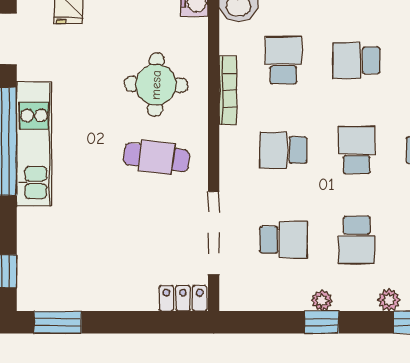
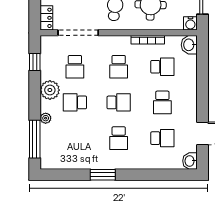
school desk: (357, 60) -> (162, 102), turned 180
school desk: (283, 150) -> (119, 67), turned 180
plant: (322, 300) -> (50, 90), width x1.88, depth x1.88
window: (322, 322) -> (35, 62), moved

